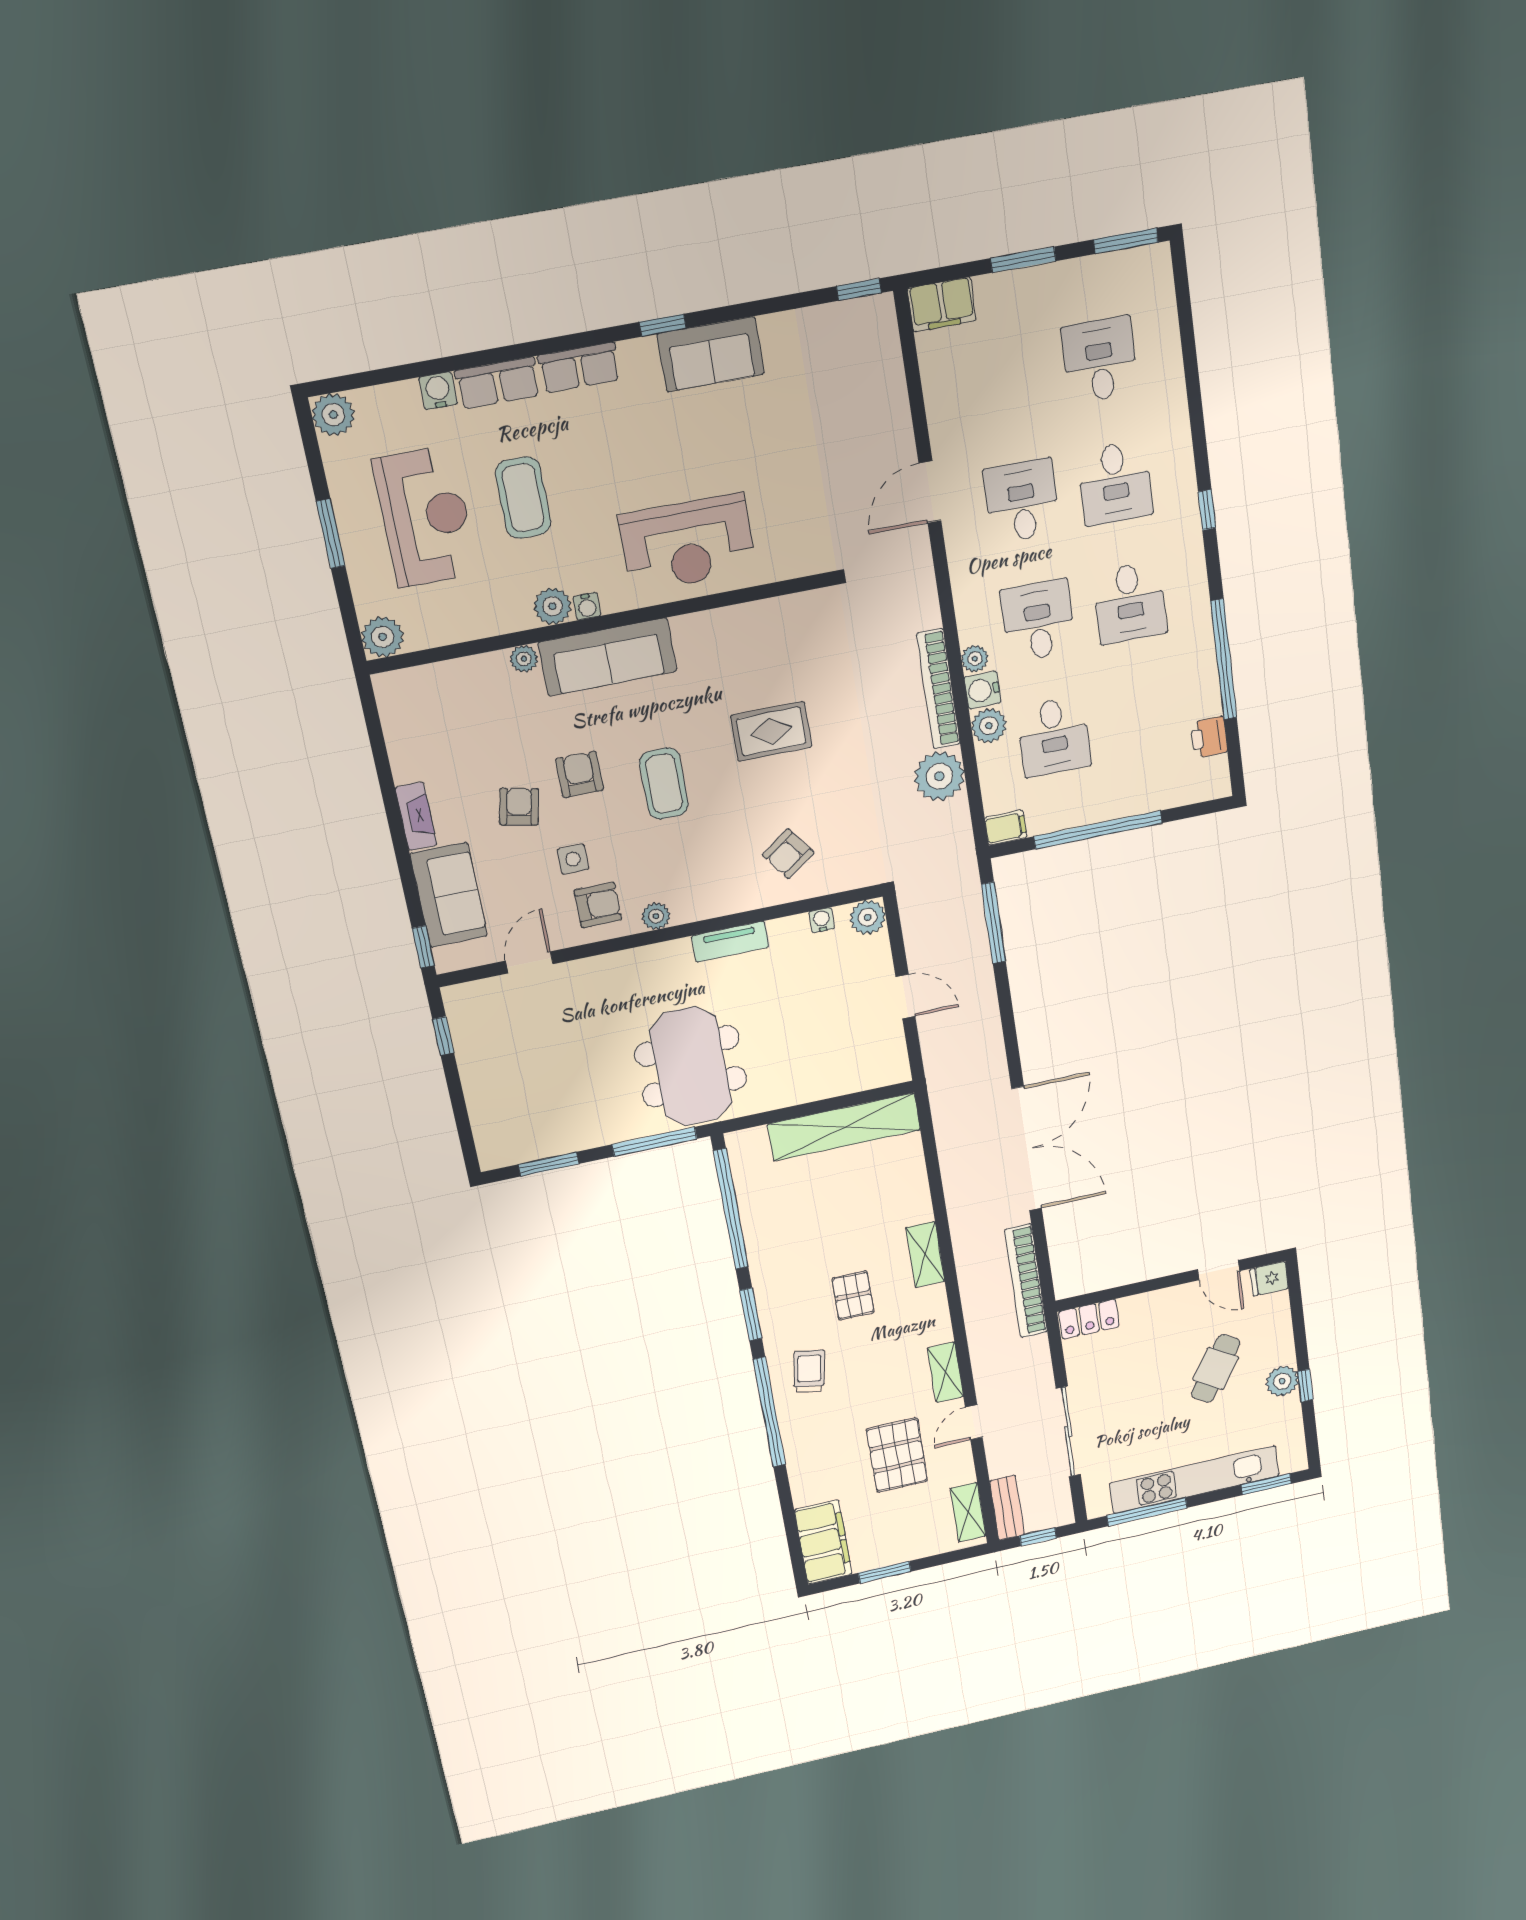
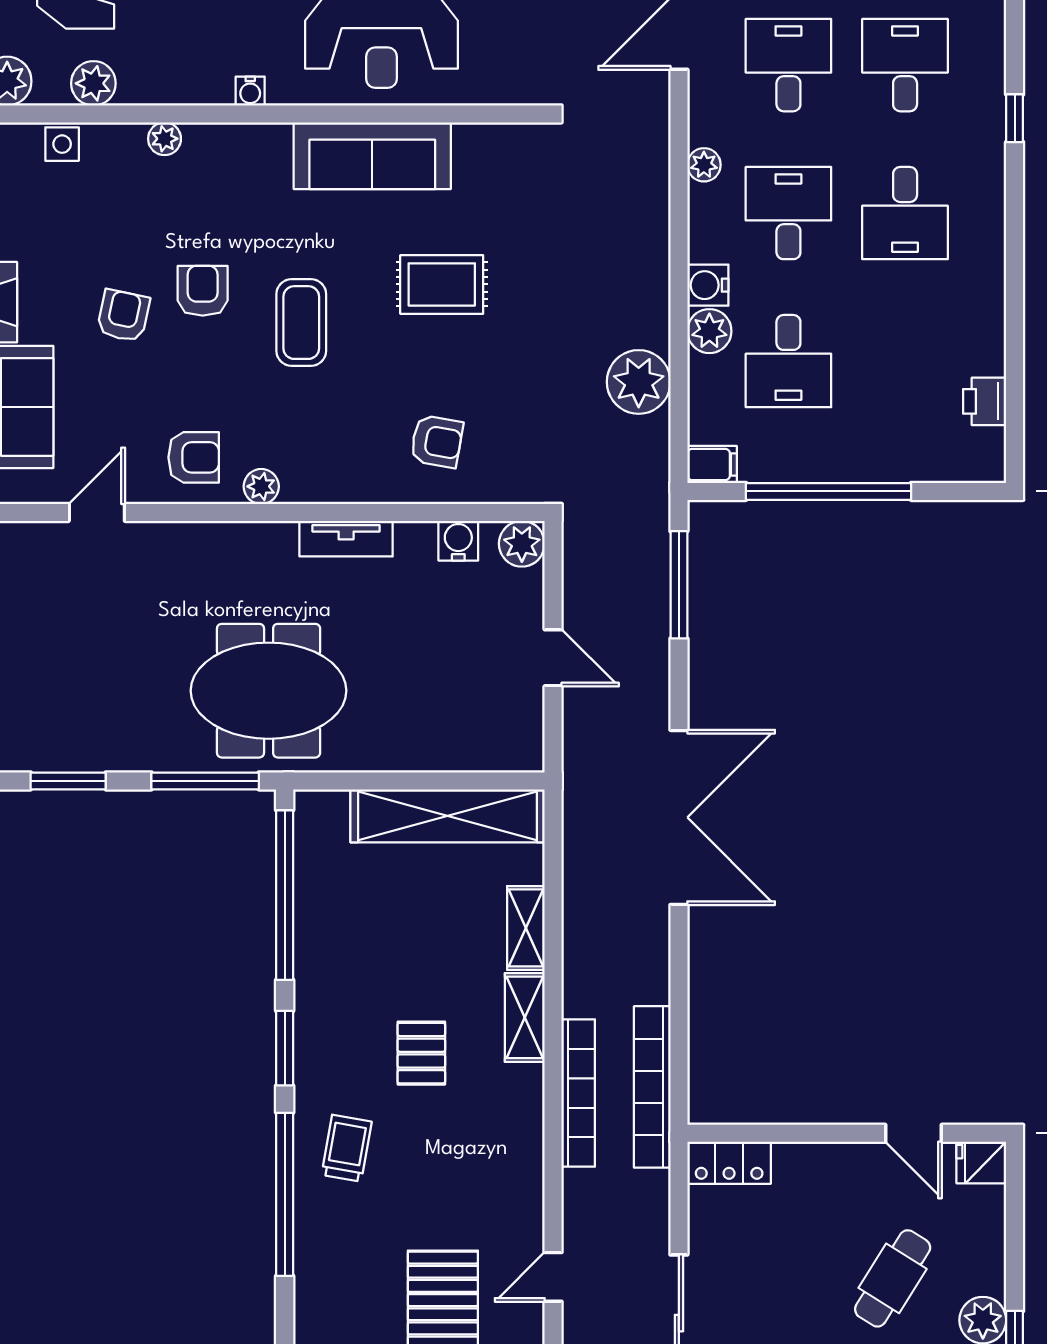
desk: (1115, 483) -> (905, 65), turned 180
plant: (552, 606) -> (93, 83), moved
sofa: (608, 657) -> (372, 156), moved
plant: (975, 659) -> (704, 165), moved
window: (1224, 660) -> (1015, 307), removed
bookcase: (939, 689) -> (578, 1093), moved, turned 180
armchair: (788, 854) -> (437, 441), turned -134
side table: (573, 859) -> (62, 144), moved
water cooler: (822, 920) -> (458, 541), width x1.38, depth x1.38
meeting table: (691, 1066) -> (269, 691), turned 90
double door: (1027, 1149) -> (679, 817), moved
shelving: (945, 1372) -> (526, 928), moved

